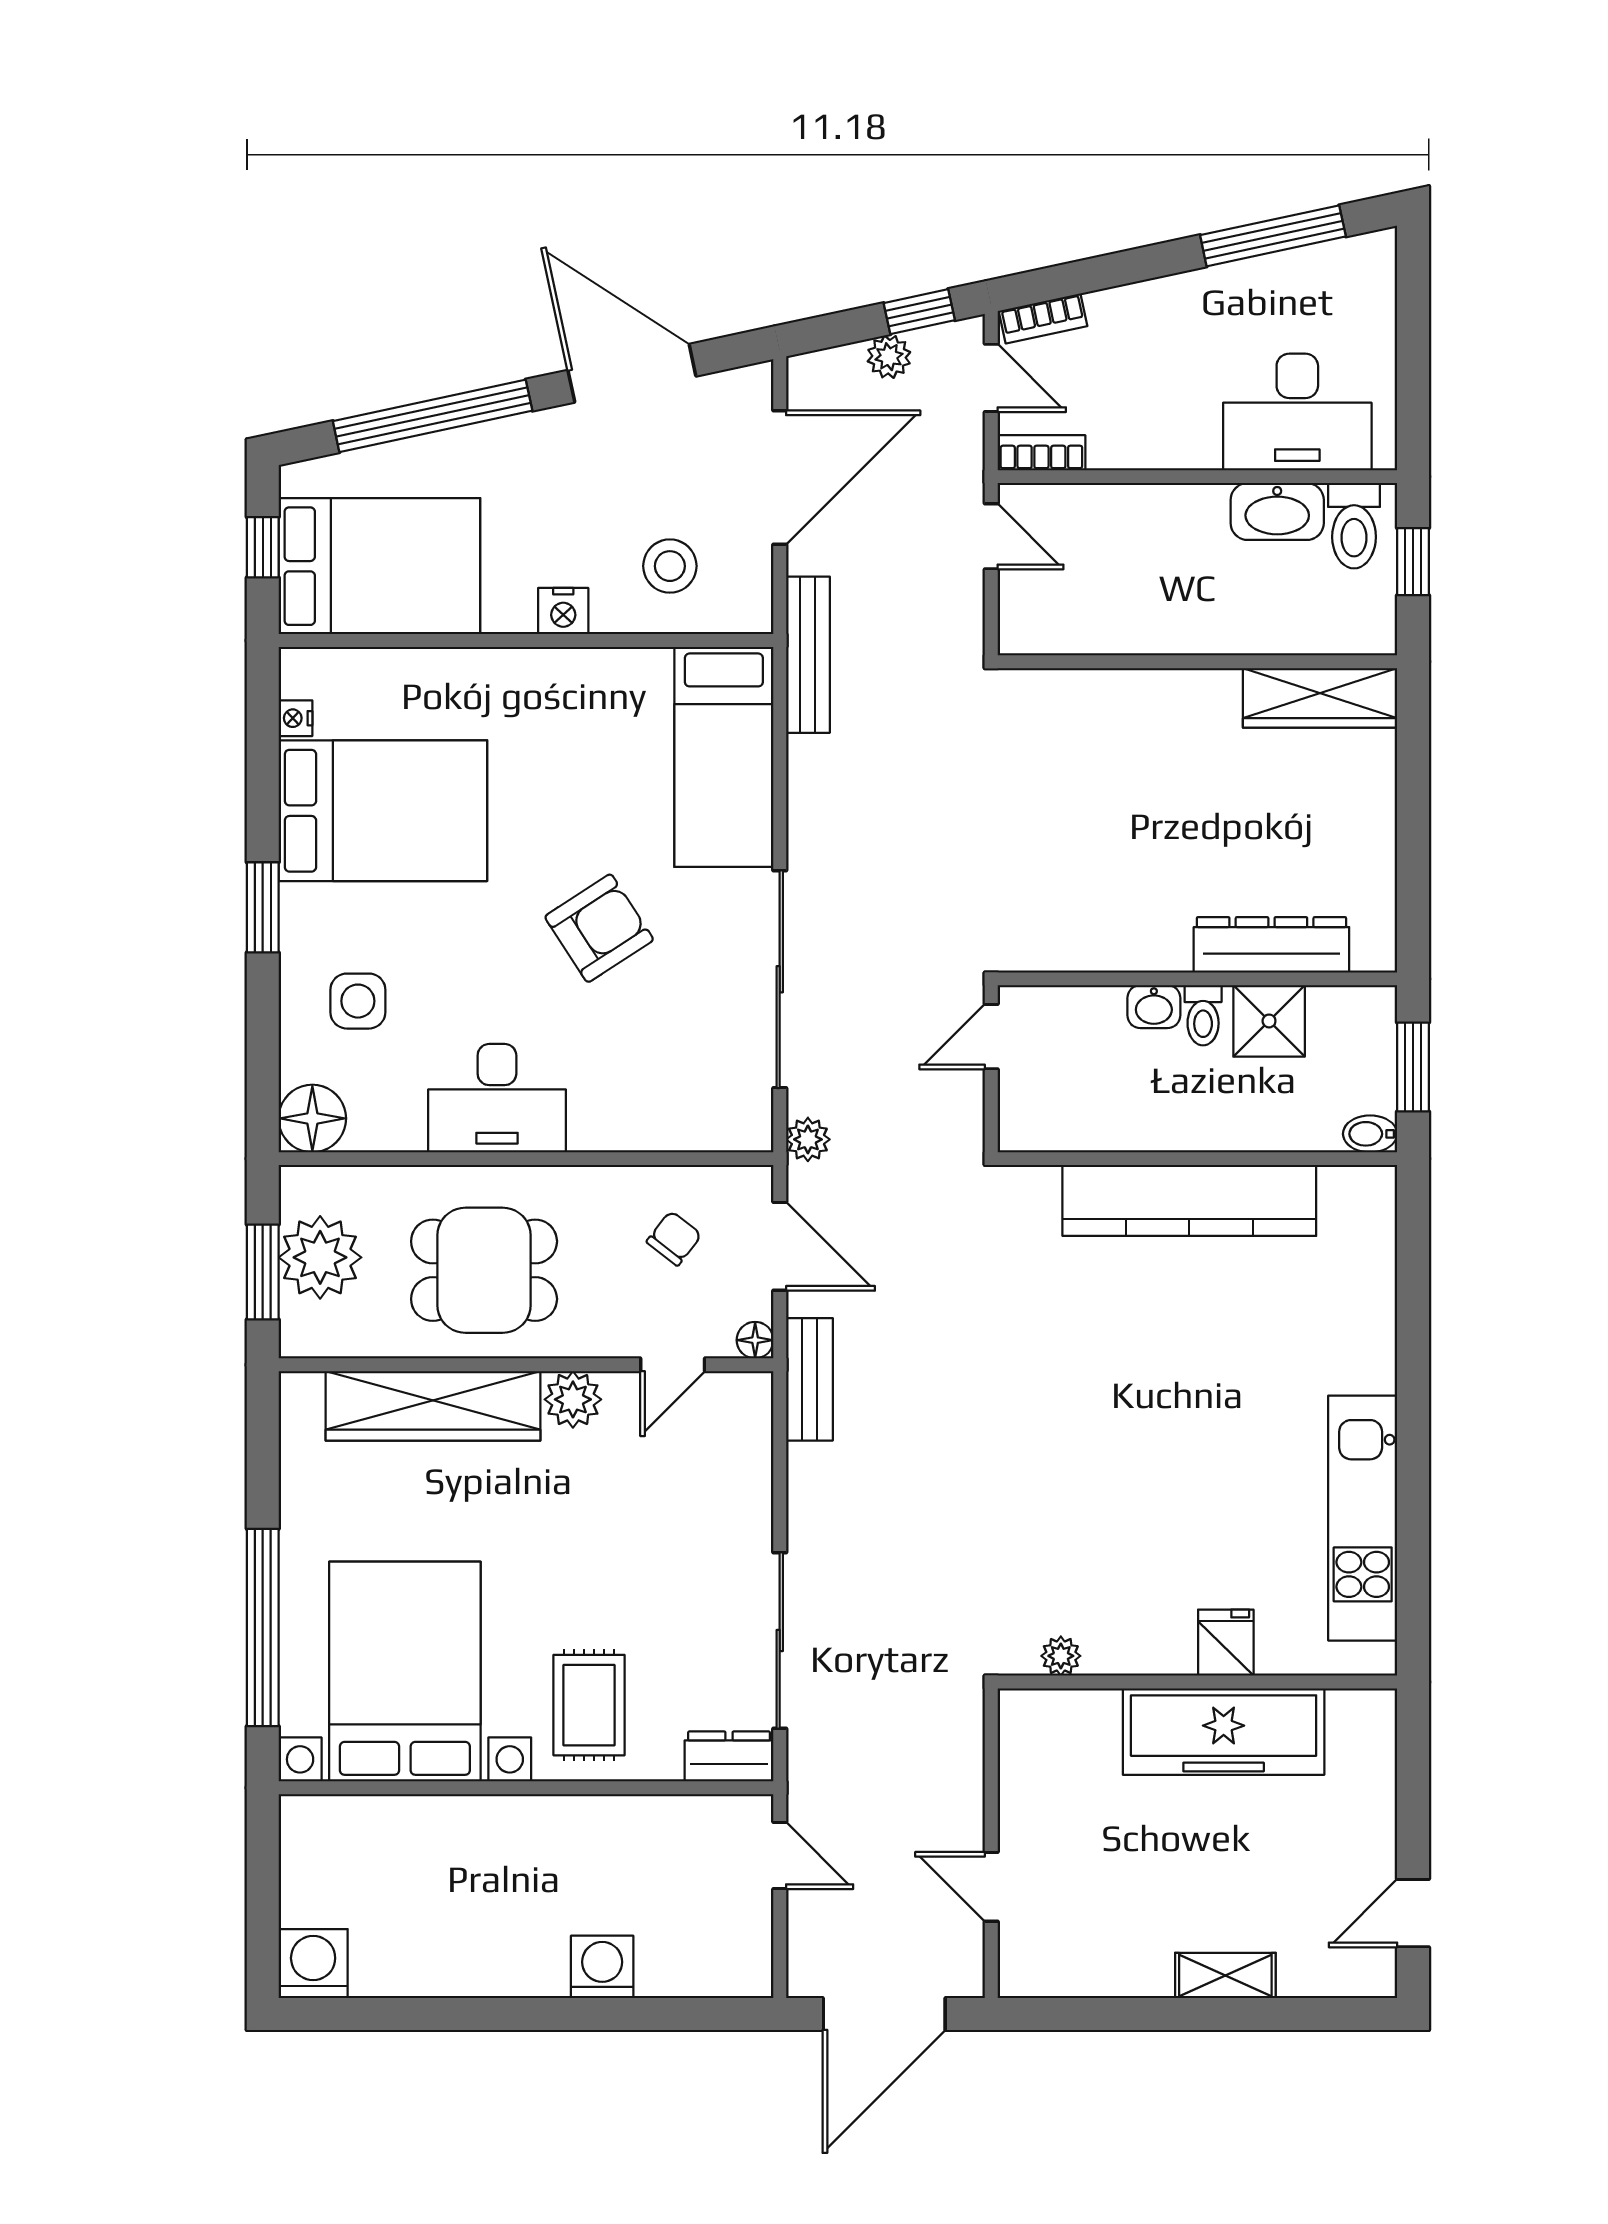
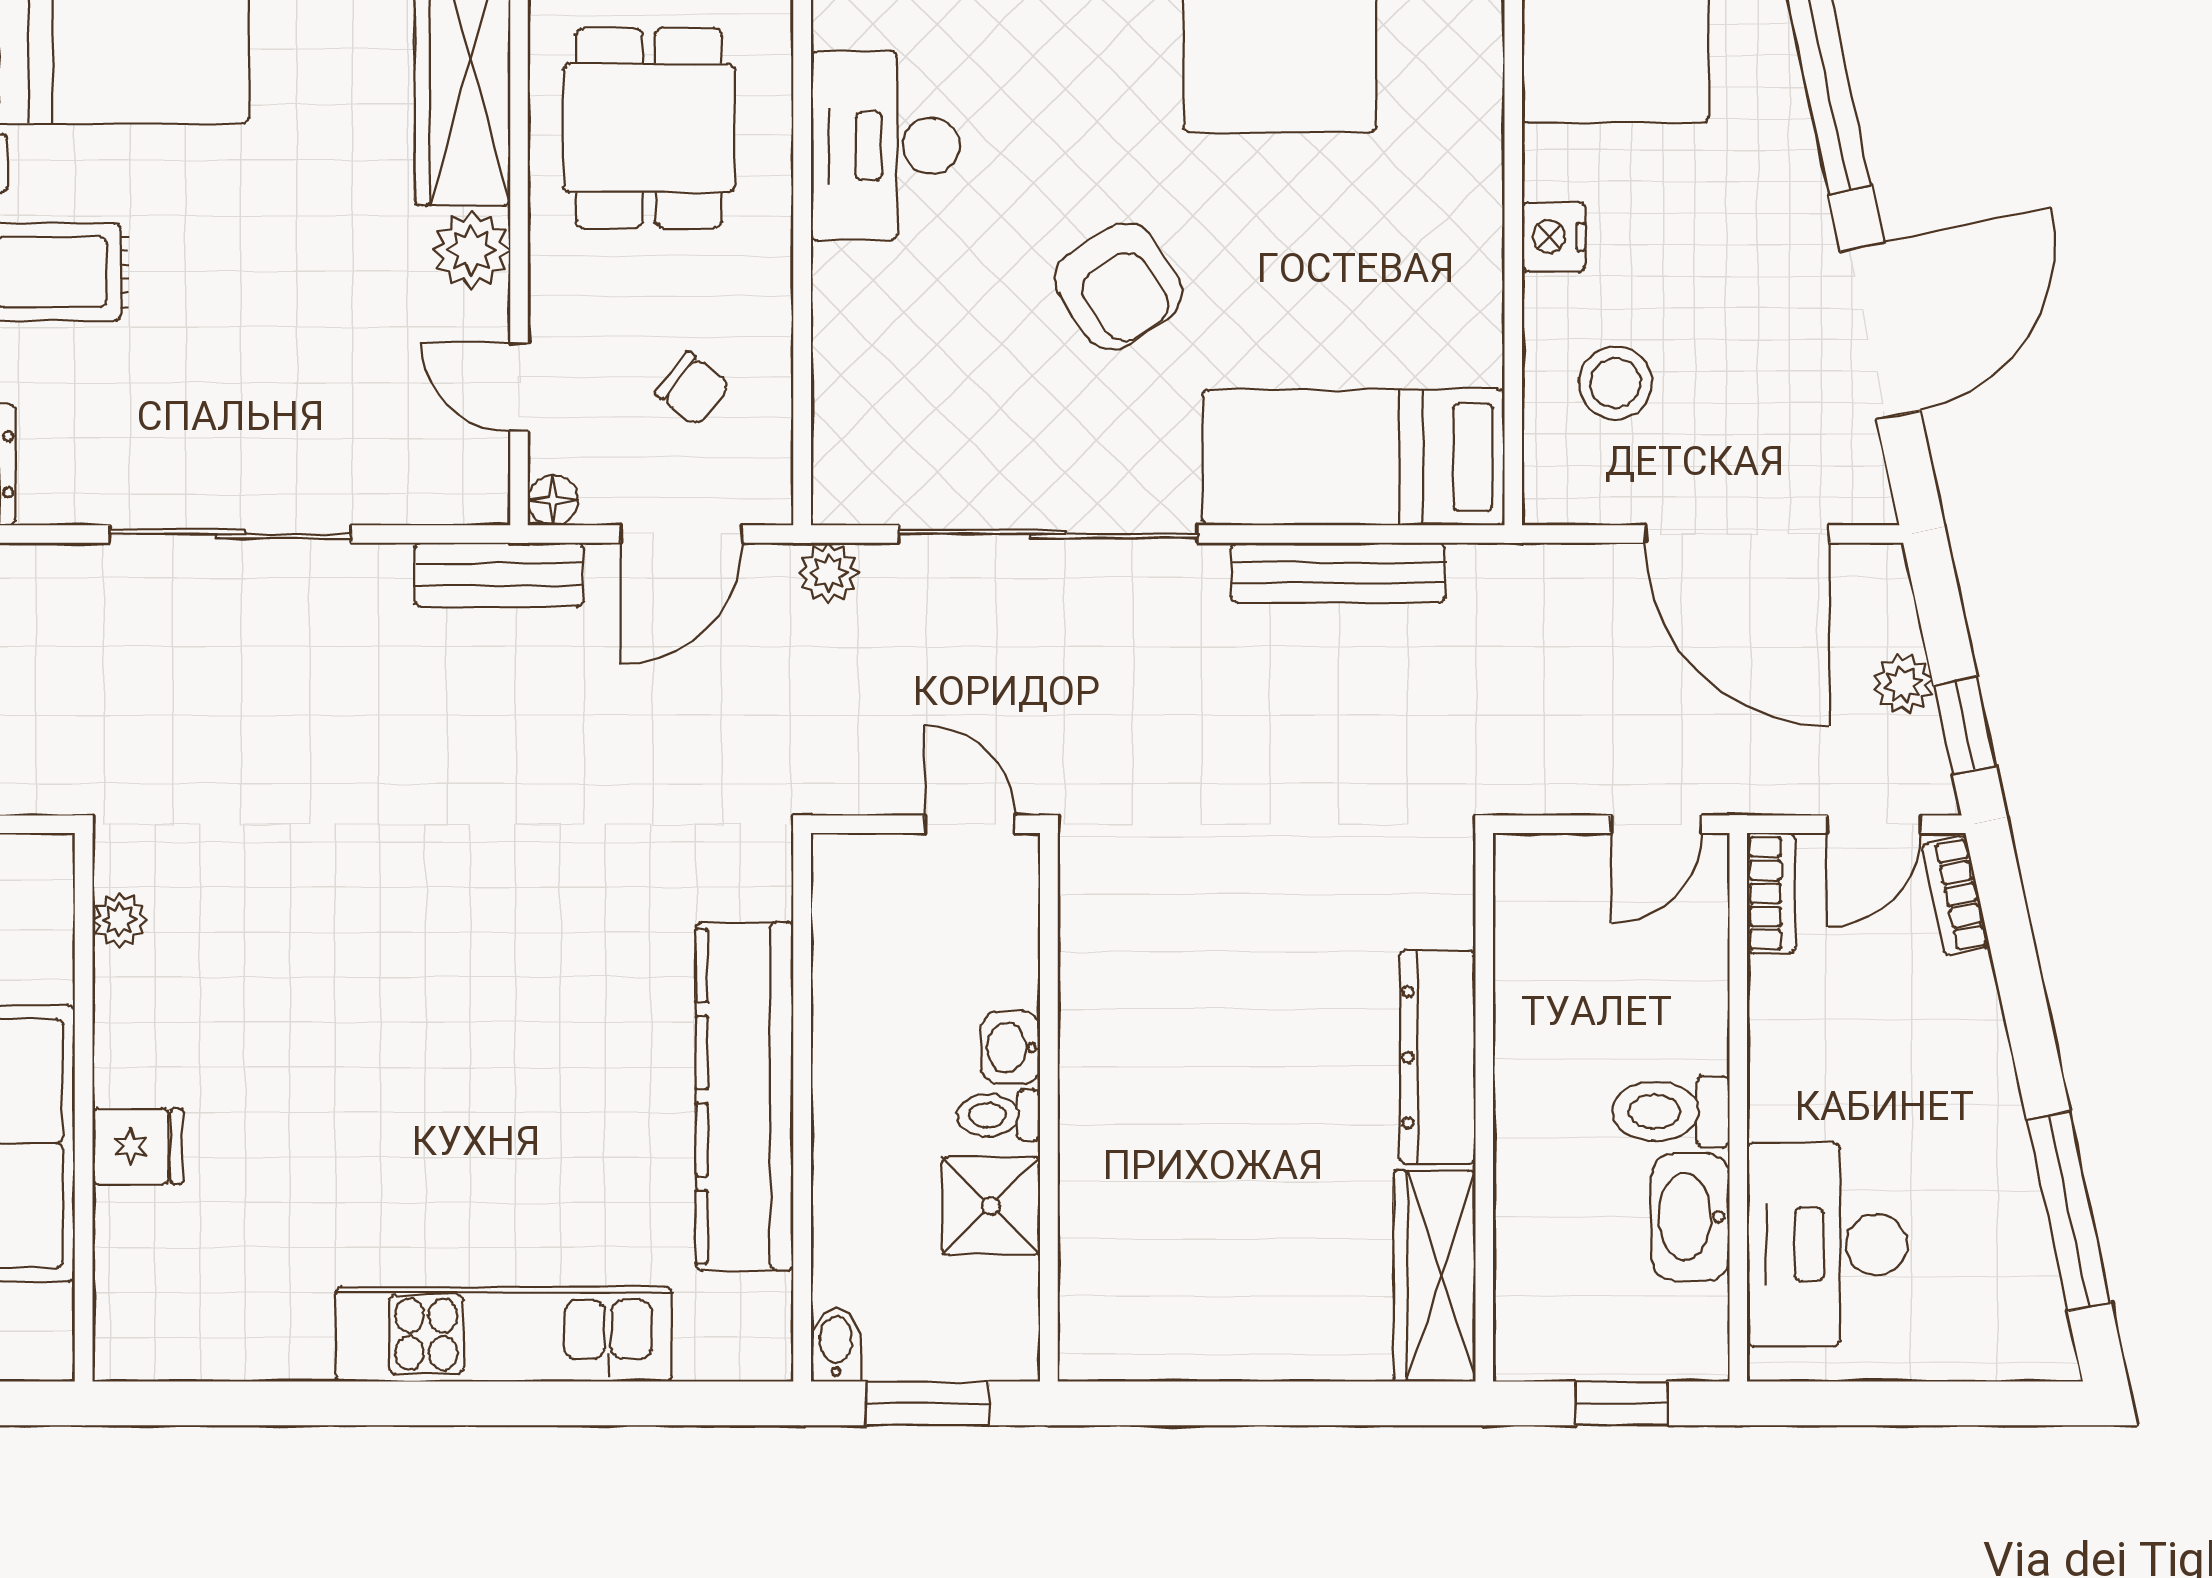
toilet: (1354, 526) -> (1671, 1111), moved
bench: (808, 655) -> (1338, 573), moved
dresser: (1271, 945) -> (1437, 1057), moved, turned 180
kitchen unit: (1363, 1518) -> (504, 1334), moved
sliding door: (780, 1641) -> (230, 534), moved

